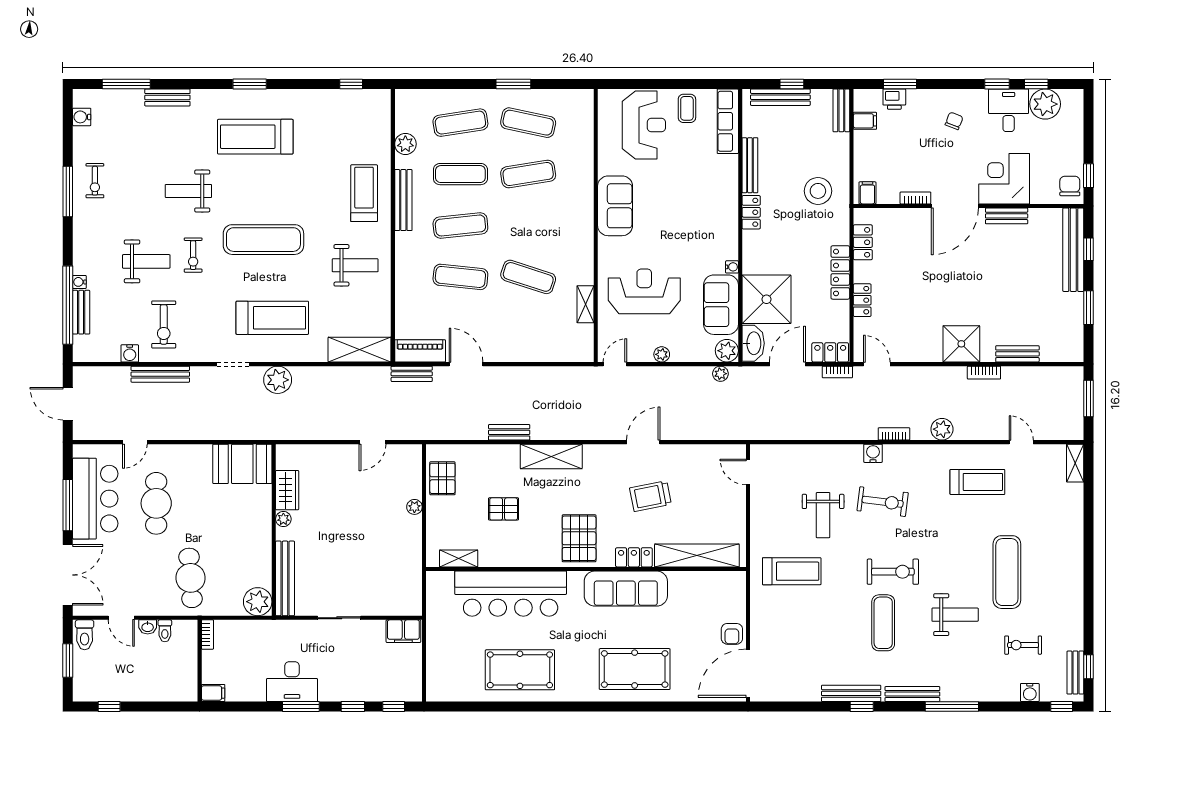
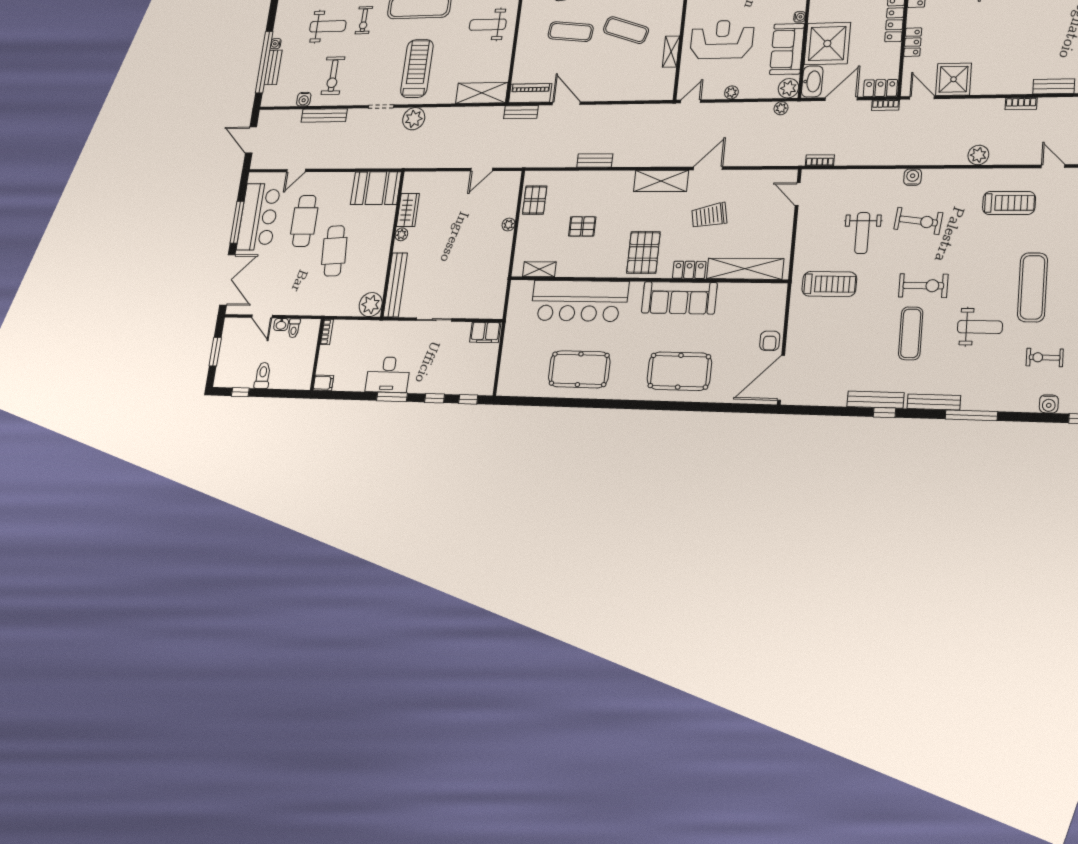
weight bench: (355, 265) -> (488, 25), turned 180
treadmill: (272, 318) -> (417, 68), turned -90
shower: (961, 344) -> (954, 79), moved
bookcase: (894, 434) -> (820, 160), moved
shelving: (551, 456) -> (661, 181), moved
cafe table: (190, 578) -> (334, 251), moved
toilet: (85, 635) -> (263, 375), moved, turned 180

